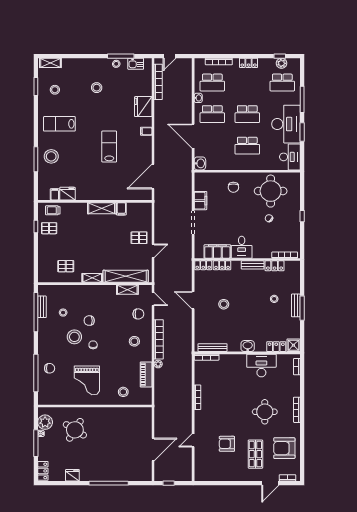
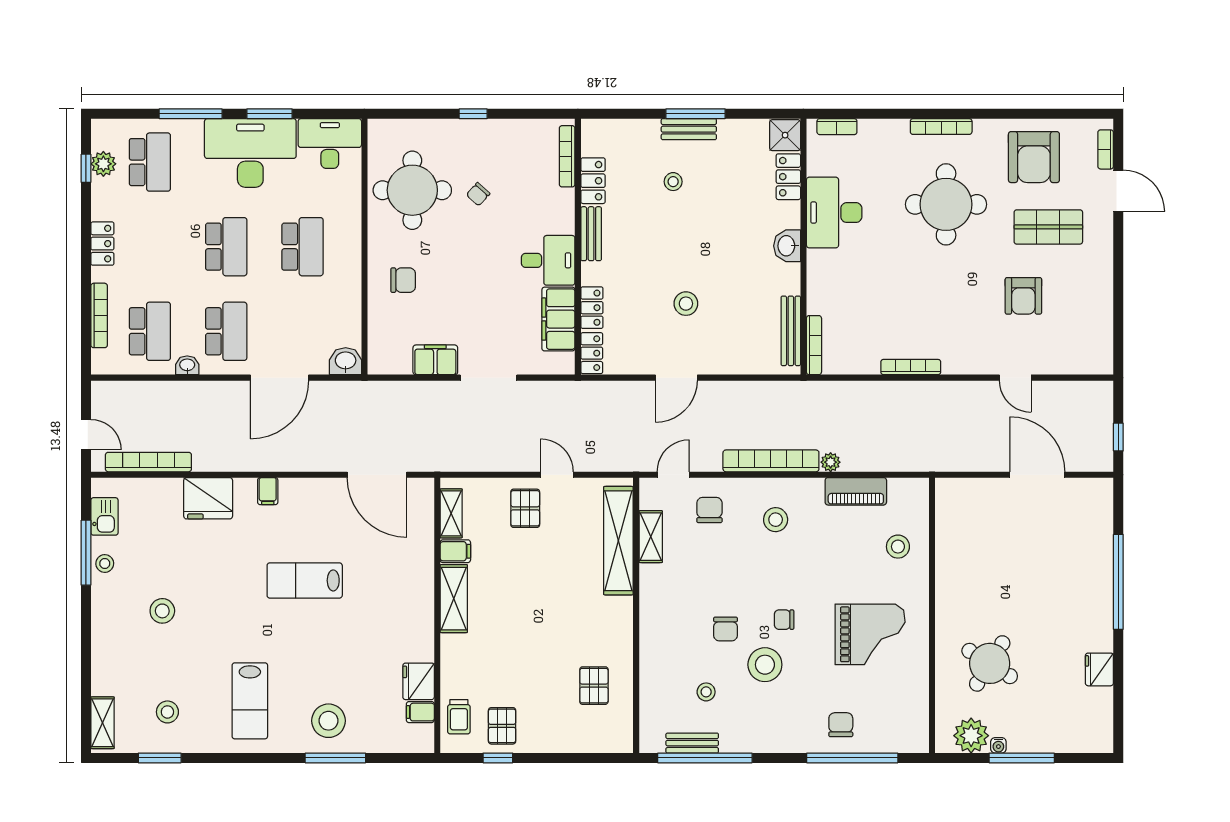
shelving: (92, 278) -> (451, 513), moved
round table: (265, 412) -> (946, 204), width x1.36, depth x1.36
locker: (43, 471) -> (1089, 741), removed

